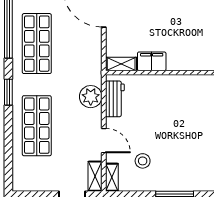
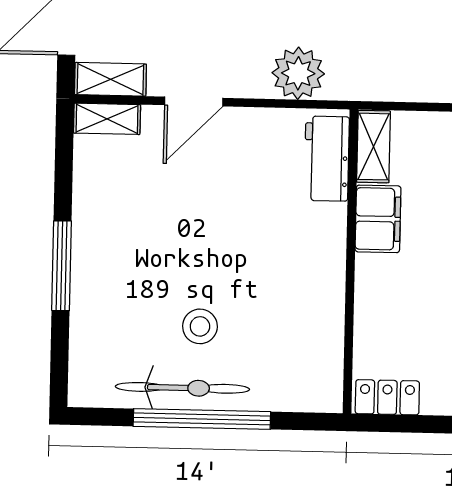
workbench: (115, 99) -> (327, 159), moved, turned 90
stool: (143, 161) -> (200, 326), moved

